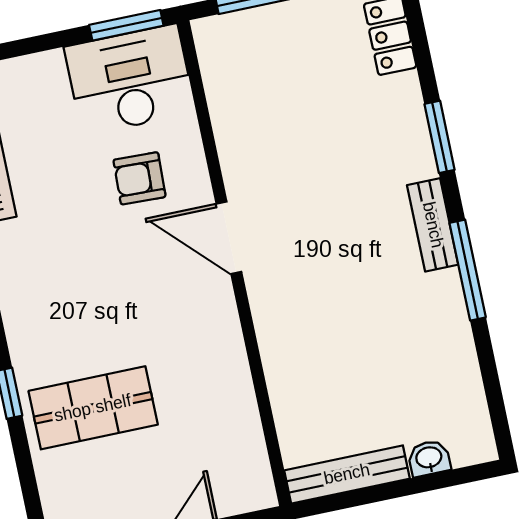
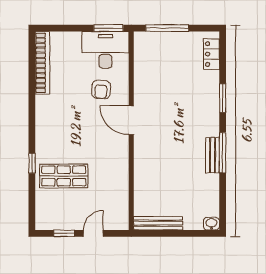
armchair: (139, 178) -> (101, 89), turned -88
bench: (433, 225) -> (213, 155), moved
washbasin: (429, 458) -> (211, 224), moved

